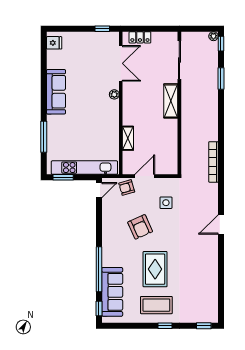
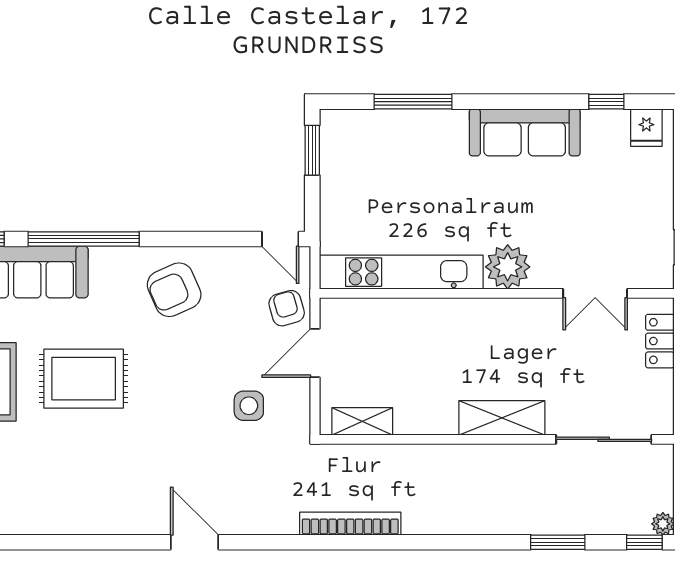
window: (44, 59) -> (606, 102), added
double door: (121, 63) -> (595, 293), width x0.73
plant: (114, 94) -> (508, 267), width x1.88, depth x1.88
shelving: (128, 138) -> (362, 421), moved
kitchen unit: (84, 168) -> (401, 272), moved, turned -90
door: (145, 176) -> (315, 353), swing flipped
armchair: (140, 227) -> (174, 290), moved

